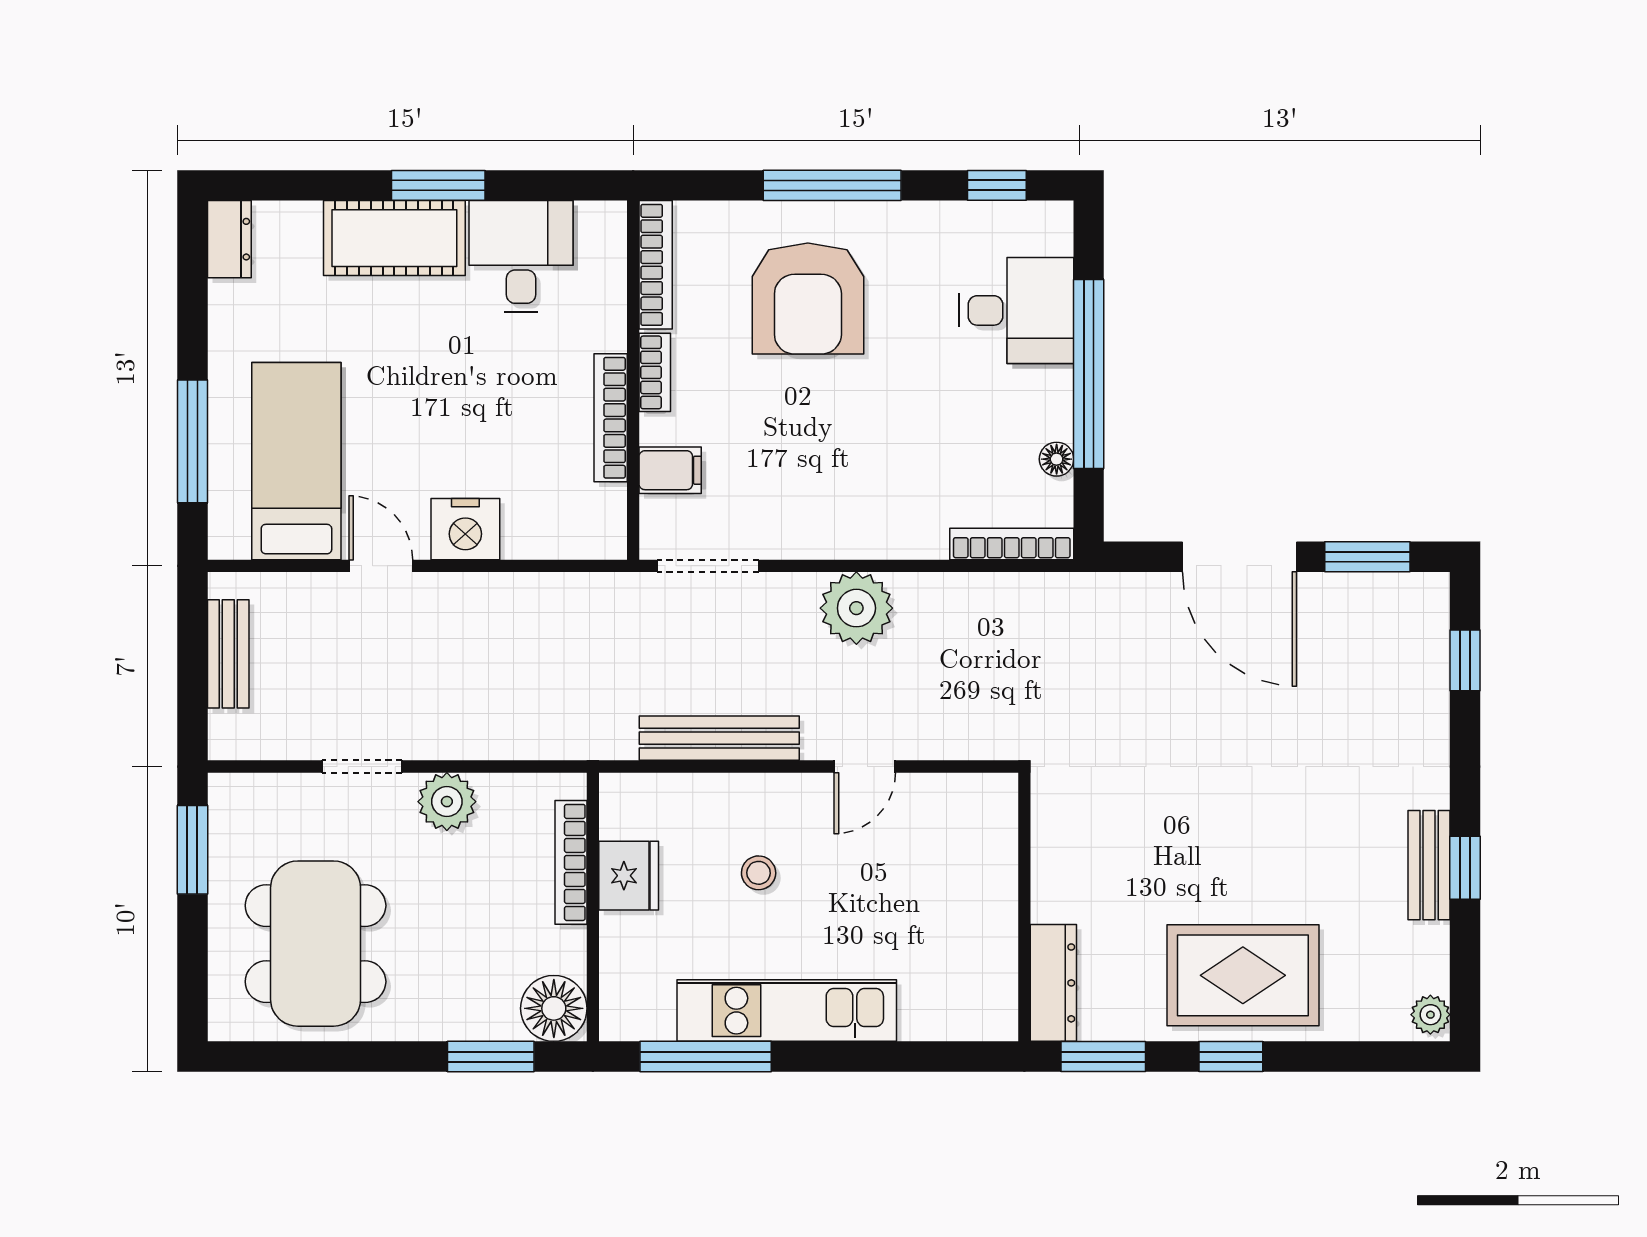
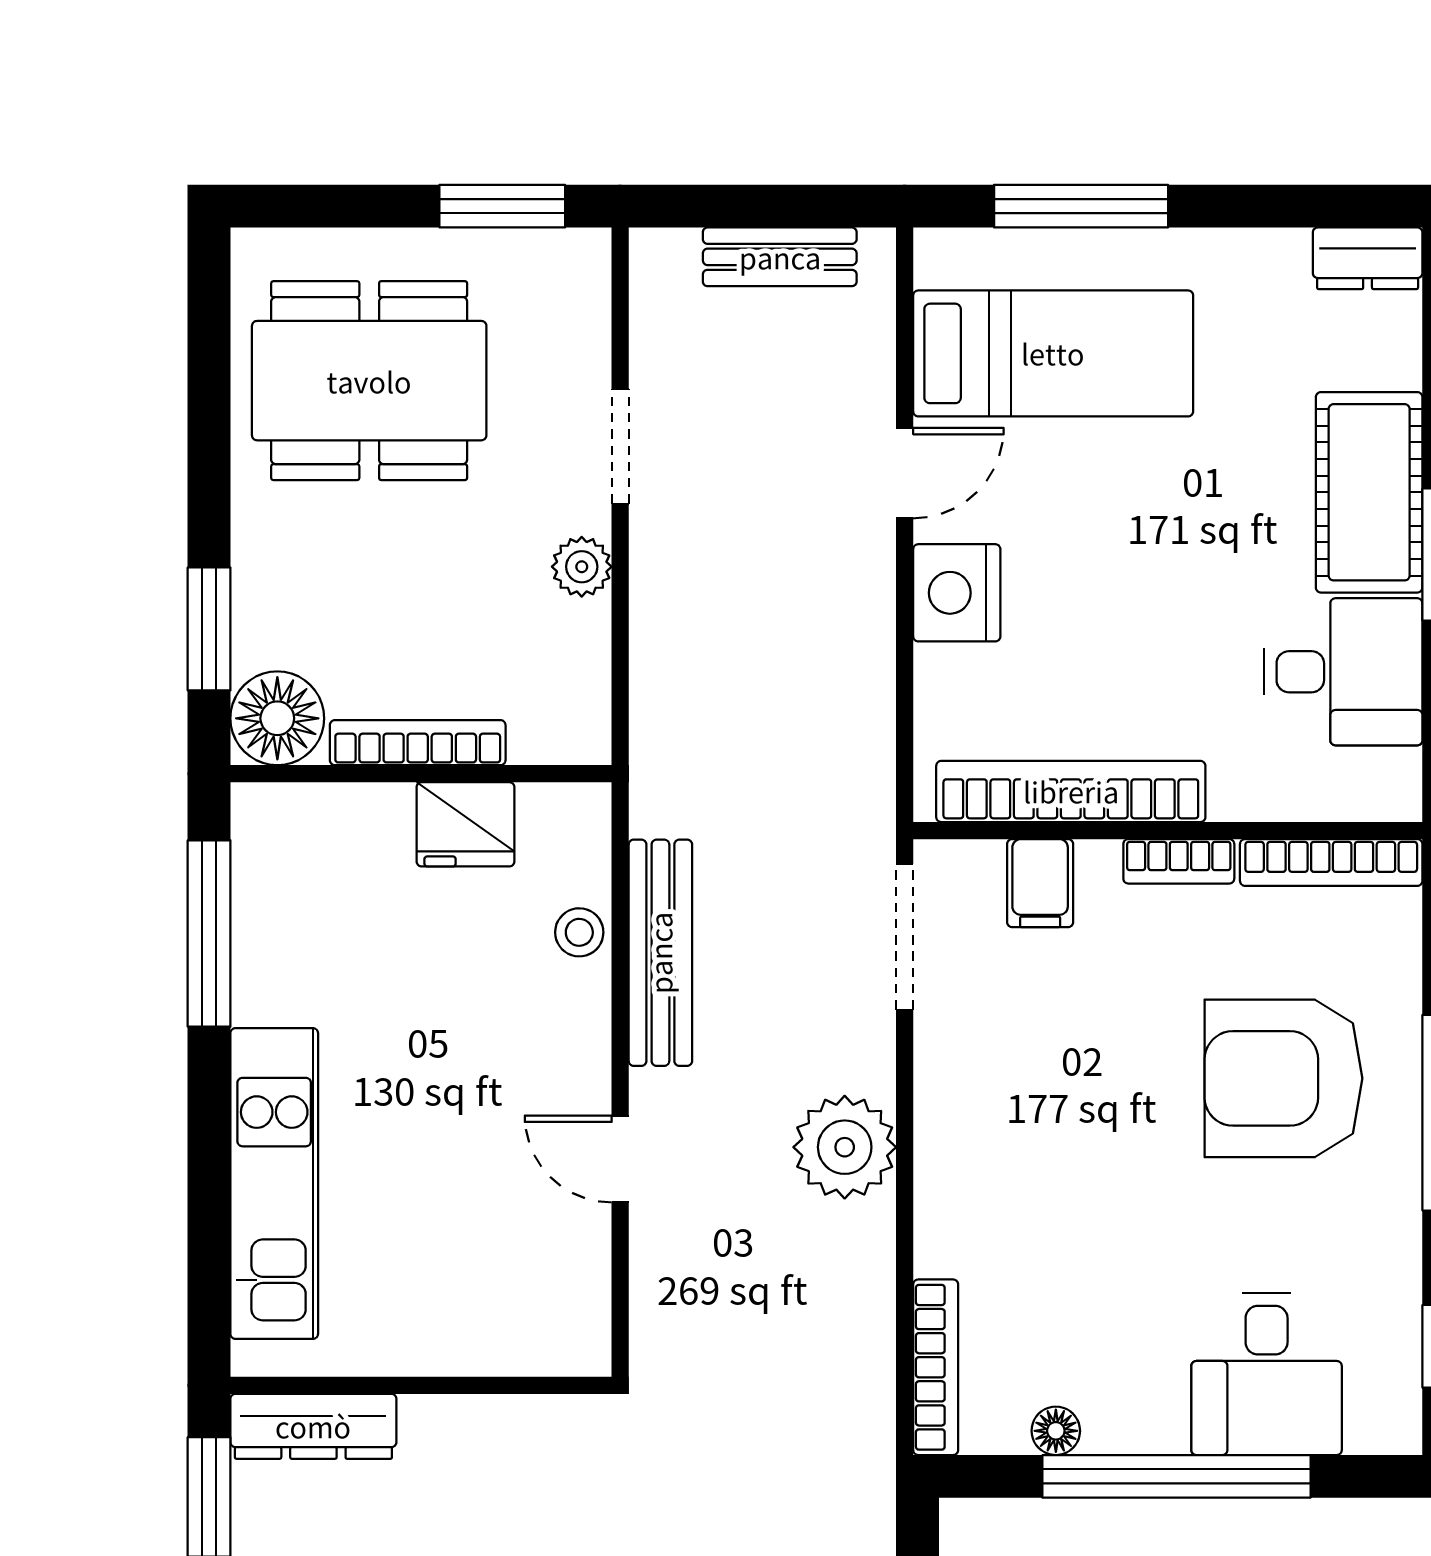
bookcase: (611, 418) -> (1071, 791), width x1.48, depth x1.31
plant: (447, 802) -> (582, 567), width x0.73, depth x0.73
bookcase: (571, 862) -> (418, 743), moved
stool: (759, 873) -> (579, 932), moved
kitchen unit: (787, 1011) -> (274, 1184), moved

